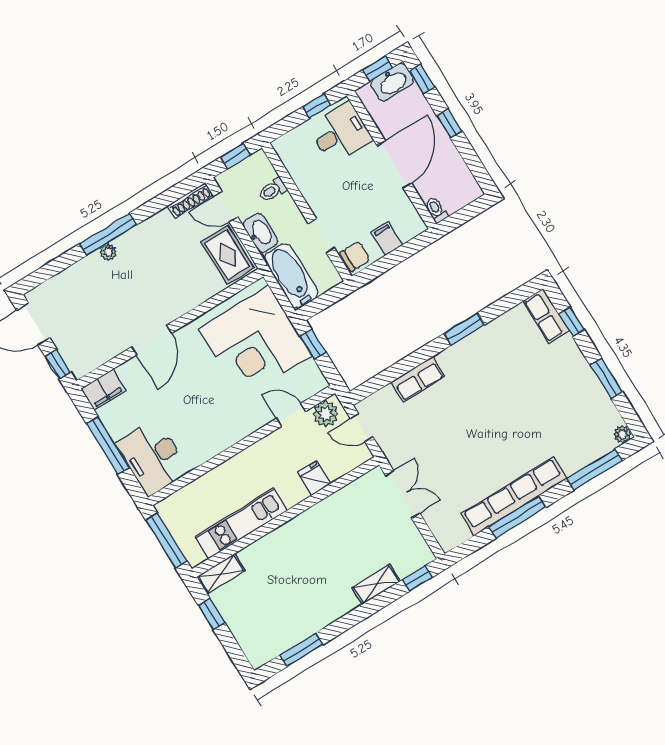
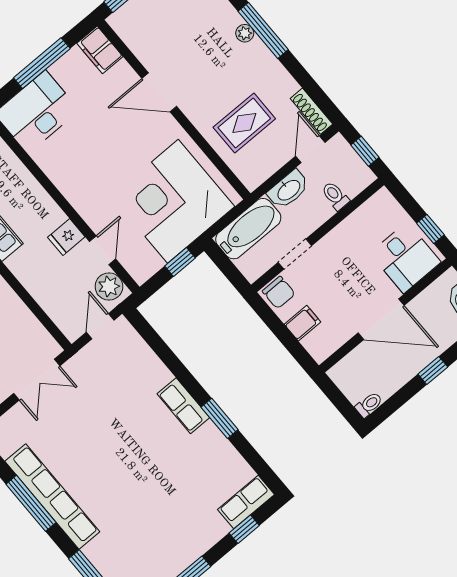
toilet: (436, 210) -> (369, 405), moved
rug: (227, 255) -> (244, 123), moved
row of seats: (418, 379) -> (183, 406), moved
fridge: (314, 478) -> (66, 237), moved, turned 180

